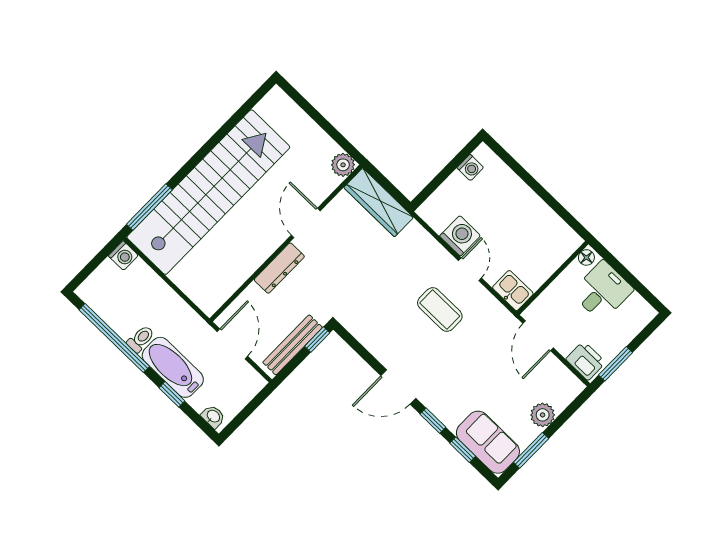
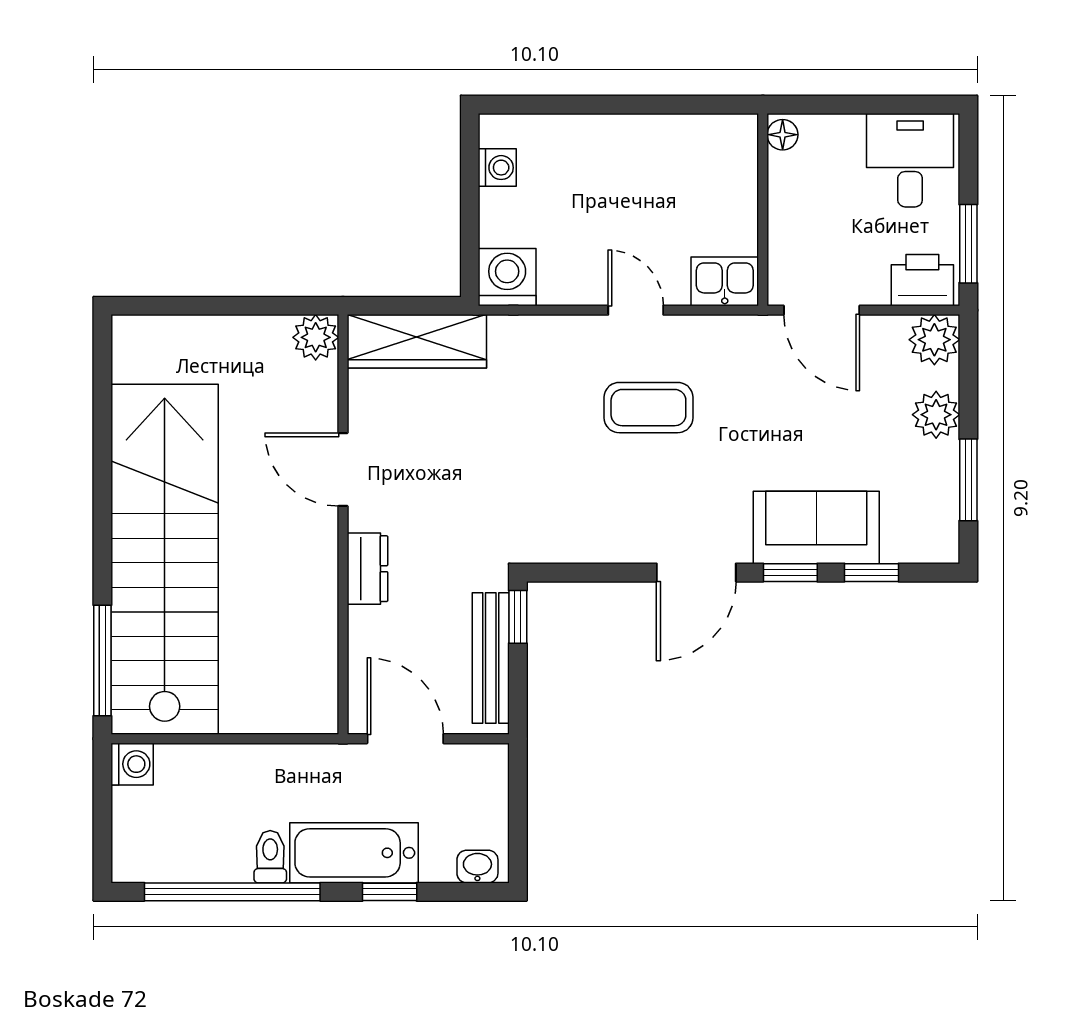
washing machine: (460, 236) -> (507, 277), moved
dresser: (279, 268) -> (367, 569), width x0.70
desk: (602, 291) -> (910, 160), moved
plant: (569, 387) -> (934, 340), added
sofa: (488, 442) -> (816, 527), moved

